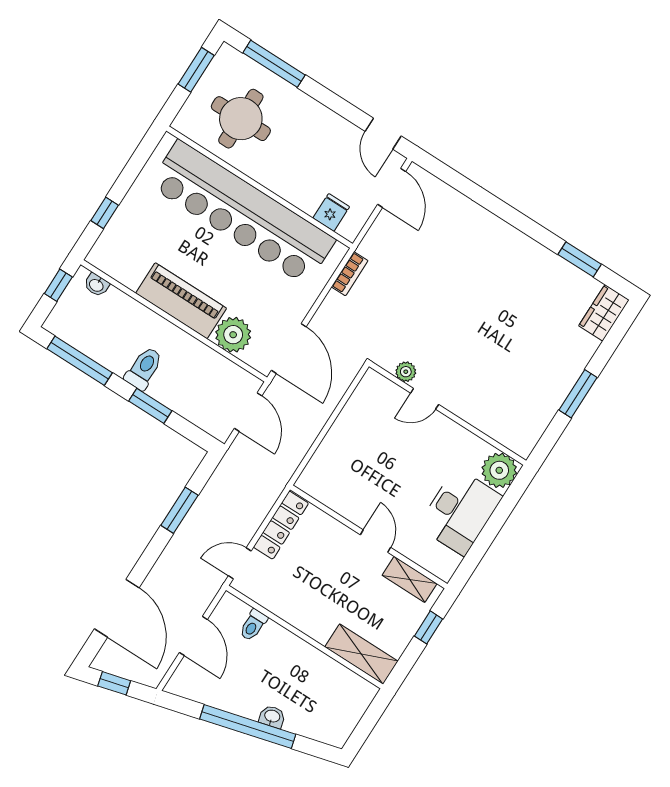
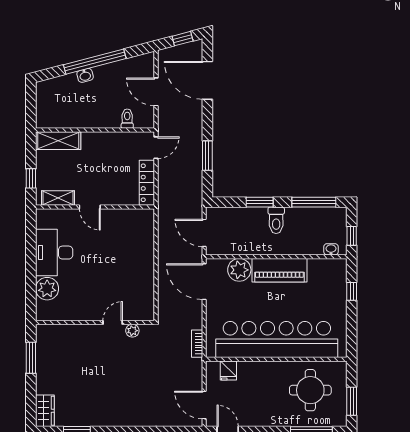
plant: (406, 372) -> (132, 331), moved
door: (425, 399) -> (113, 322), moved
wall: (448, 413) -> (95, 322), moved

